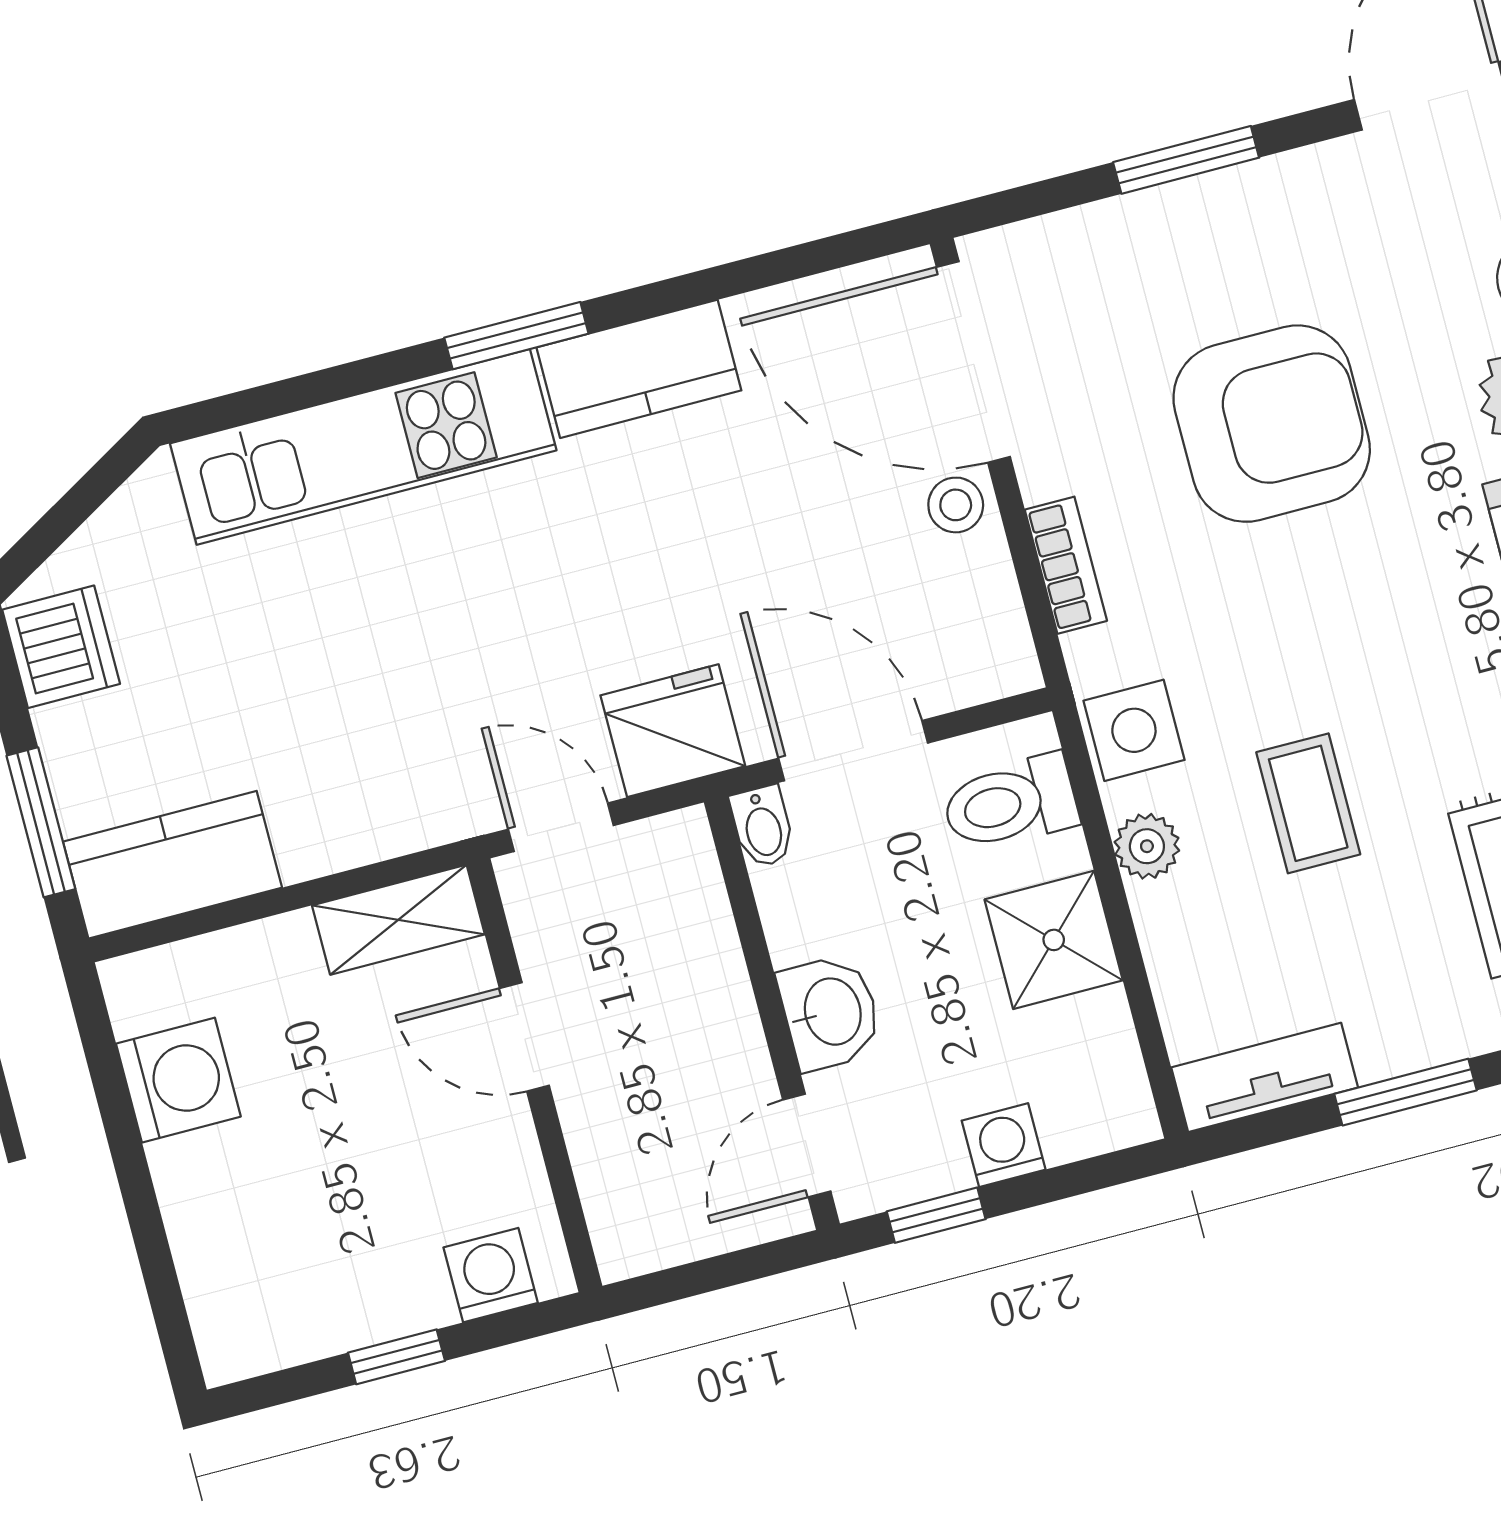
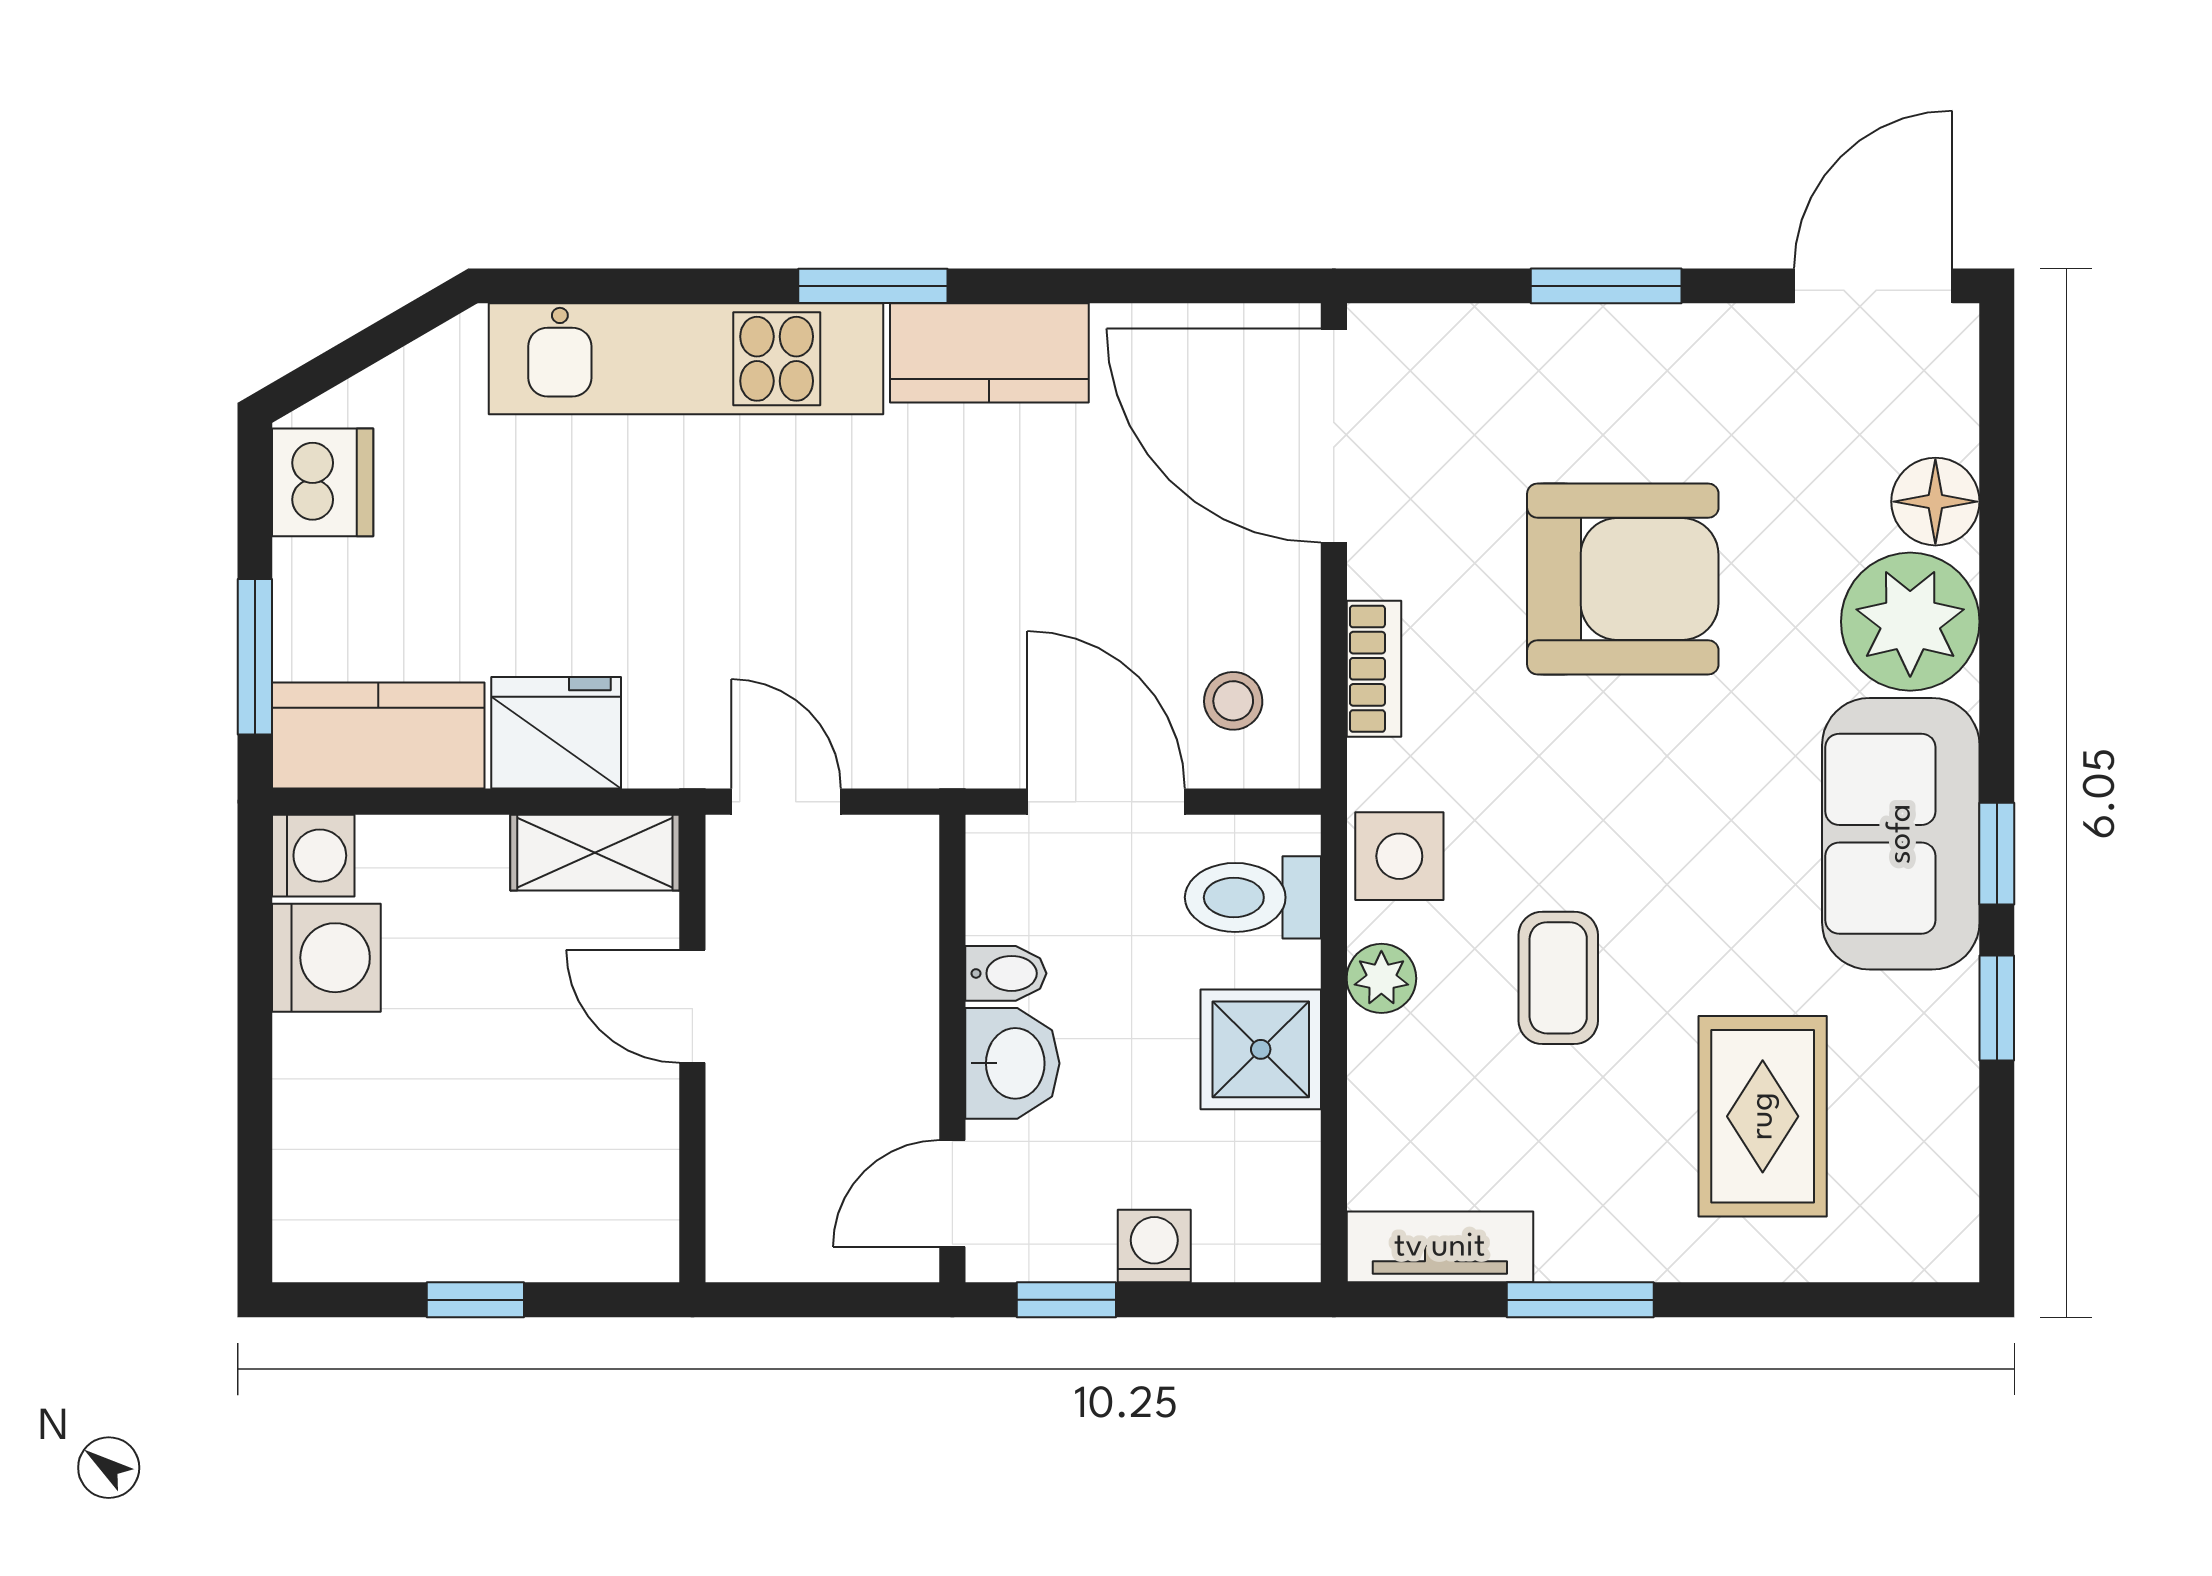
stool: (956, 505) -> (1233, 701), moved
fridge: (673, 731) -> (556, 733), moved
bidet: (763, 827) -> (1006, 973), moved, turned -90
washing machine: (491, 1275) -> (313, 856), moved, turned 90

